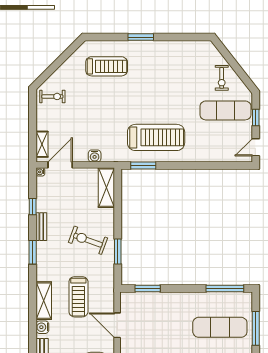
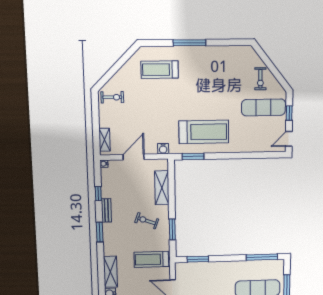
window: (141, 37) -> (189, 43), width x1.44
treadmill: (107, 66) -> (160, 70), turned 180
water cooler: (95, 156) -> (163, 149), moved
door: (60, 165) -> (134, 157), moved
shelving: (106, 188) -> (162, 188), moved
exercise bike: (88, 240) -> (147, 221), width x0.73, depth x0.72
treadmill: (78, 297) -> (151, 259), moved, turned 90

